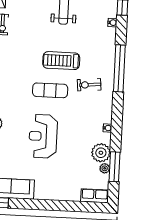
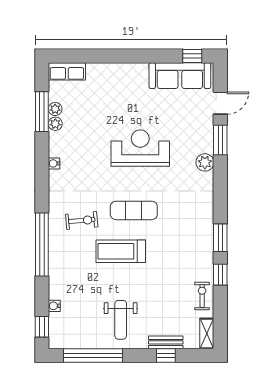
treadmill: (61, 61) -> (121, 251), turned 180
reception desk: (43, 136) -> (140, 148), turned -90
plant: (101, 153) -> (55, 124), width x0.53, depth x0.53

